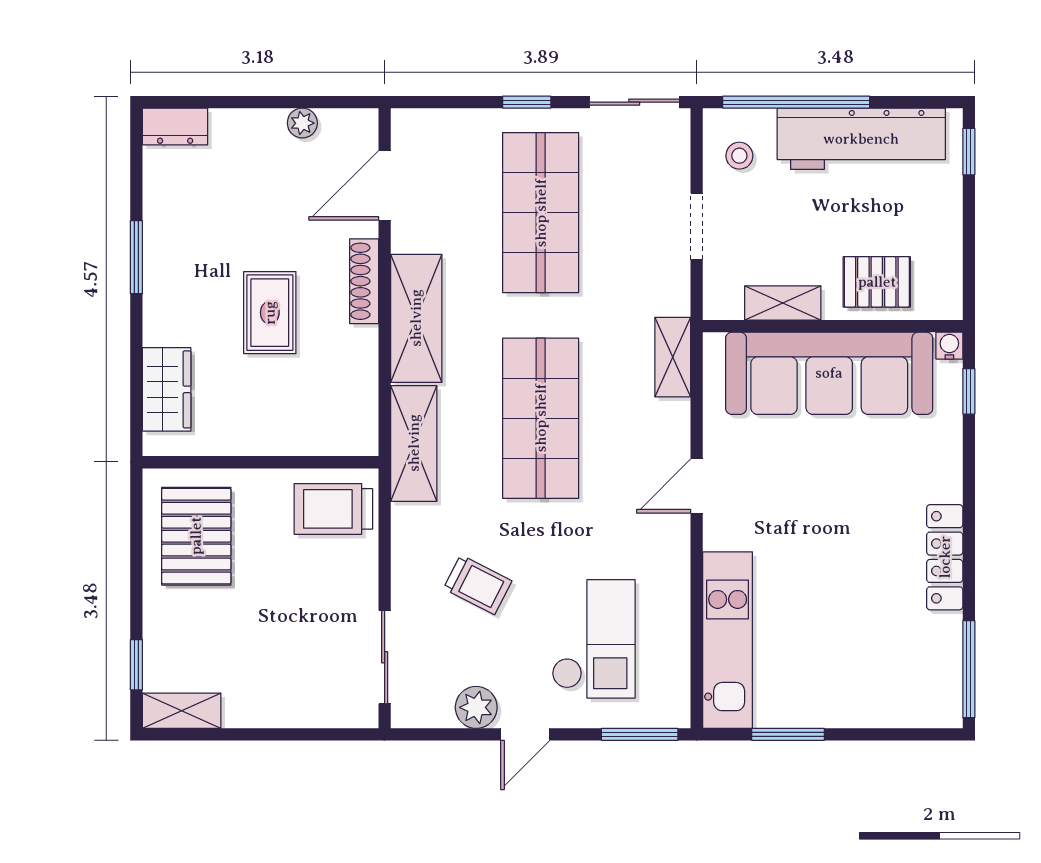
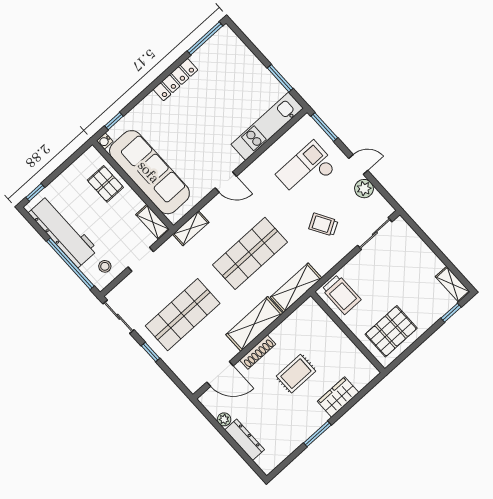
dresser: (175, 126) -> (245, 440), moved, width x1.44
shelving: (783, 303) -> (153, 222), moved
wardrobe: (167, 389) -> (338, 397), moved
trolley: (478, 585) -> (323, 225), turned -57

